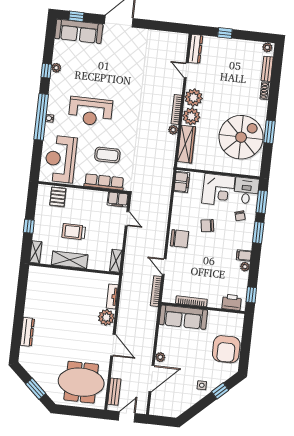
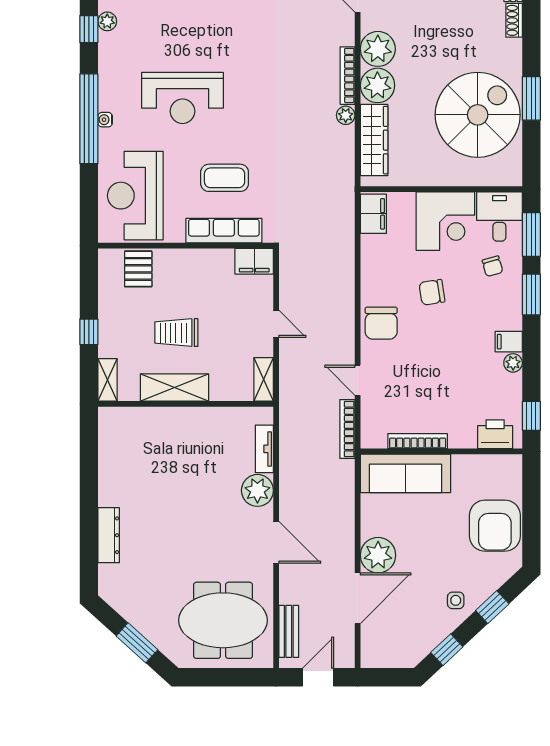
door: (127, 219) -> (276, 324), moved
chair: (179, 239) -> (381, 323), turned 90
plant: (160, 357) -> (378, 555), width x1.87, depth x1.87
window: (194, 410) -> (447, 650), added

